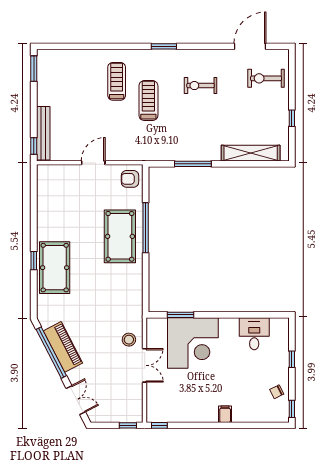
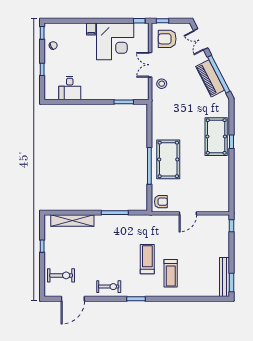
exercise bike: (201, 86) -> (109, 287), moved
treadmill: (148, 101) -> (147, 259), turned 180
bench: (43, 133) -> (224, 277), moved
corner desk: (193, 343) -> (115, 41), moved, turned 180
armchair: (121, 401) -> (167, 39), added

